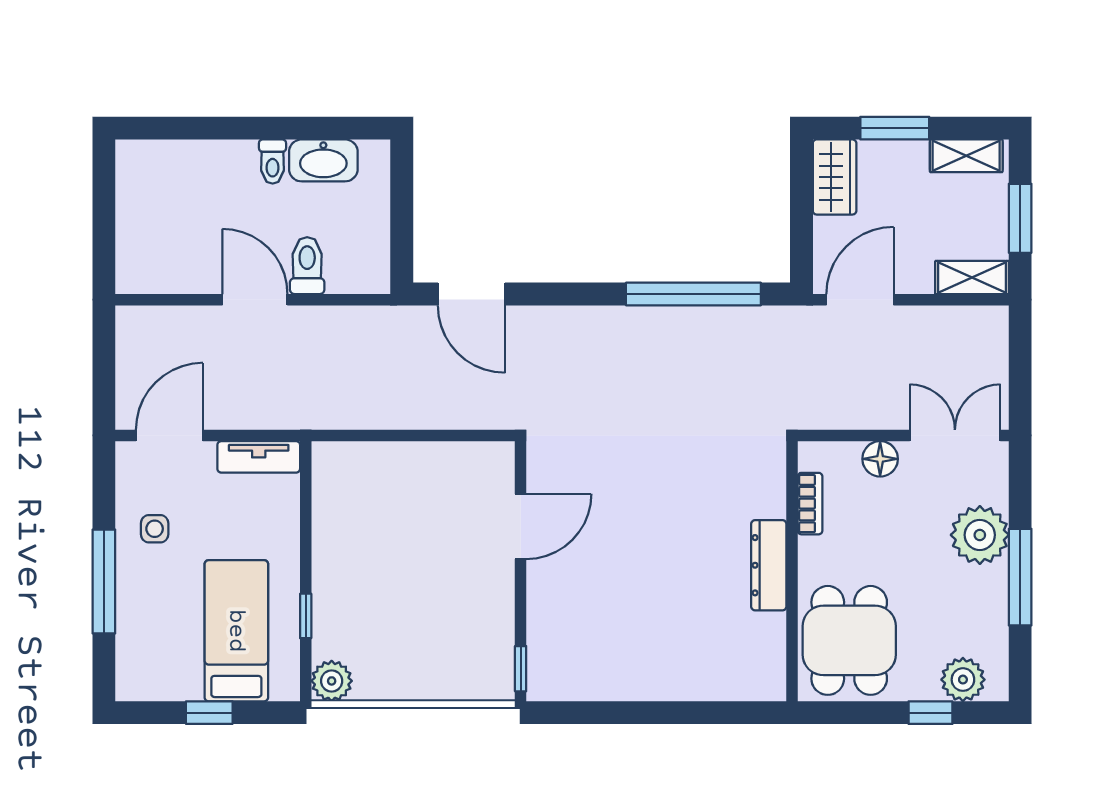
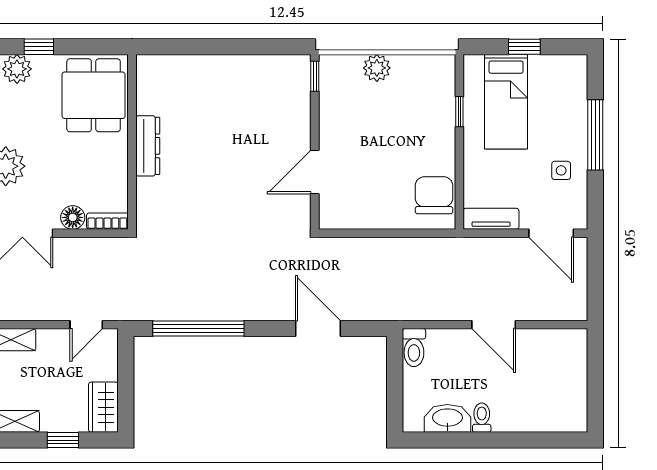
window: (895, 128) -> (63, 440), width x0.67
toilet: (307, 266) -> (414, 348), moved
door: (471, 294) -> (318, 328), moved
door: (860, 300) -> (86, 325), width x0.73
door: (169, 435) -> (551, 233), hinge flipped
chair: (343, 492) -> (434, 195), added
bookcase: (810, 504) -> (107, 221), moved, turned 90
plant: (332, 681) -> (377, 68), moved

